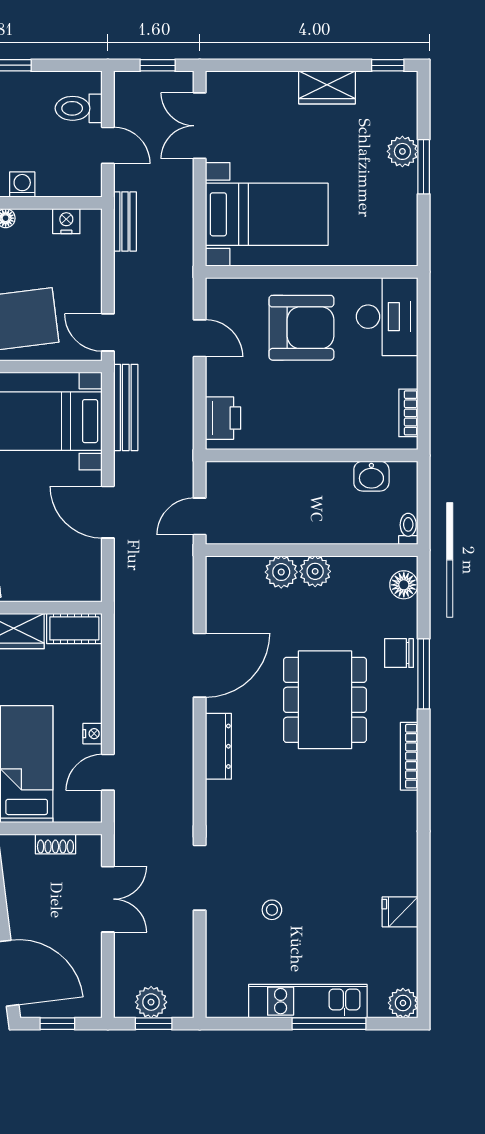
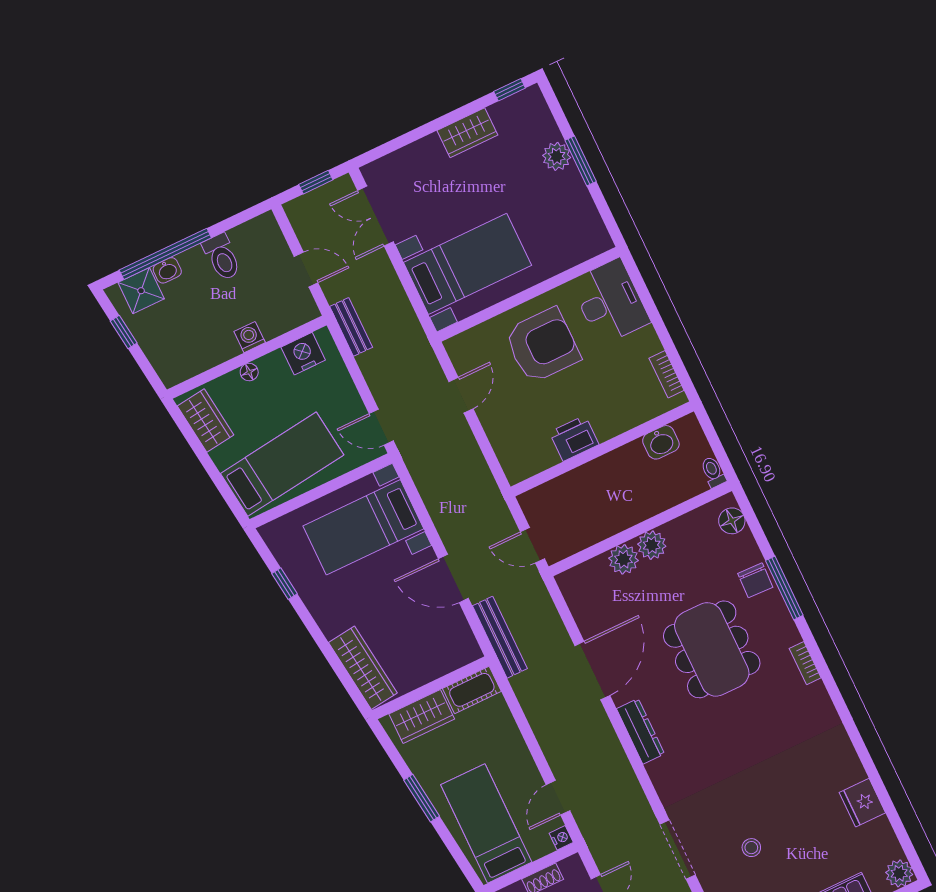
toilet: (79, 108) -> (222, 257), moved, turned -90
nightstand: (66, 221) -> (303, 354), width x1.36, depth x1.33
door: (200, 338) -> (461, 395), hinge flipped
bench: (126, 407) -> (500, 637), moved
printer: (223, 418) -> (574, 438), moved, turned -90
door: (200, 516) -> (533, 545), hinge flipped
chair: (399, 653) -> (755, 580), turned -88
nightstand: (93, 734) -> (561, 838), moved
bookcase: (409, 756) -> (805, 663), width x0.64
fridge: (400, 912) -> (862, 803), width x1.38

